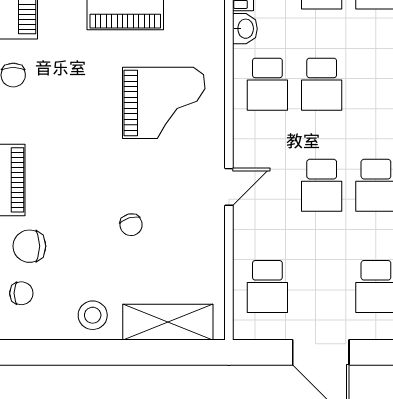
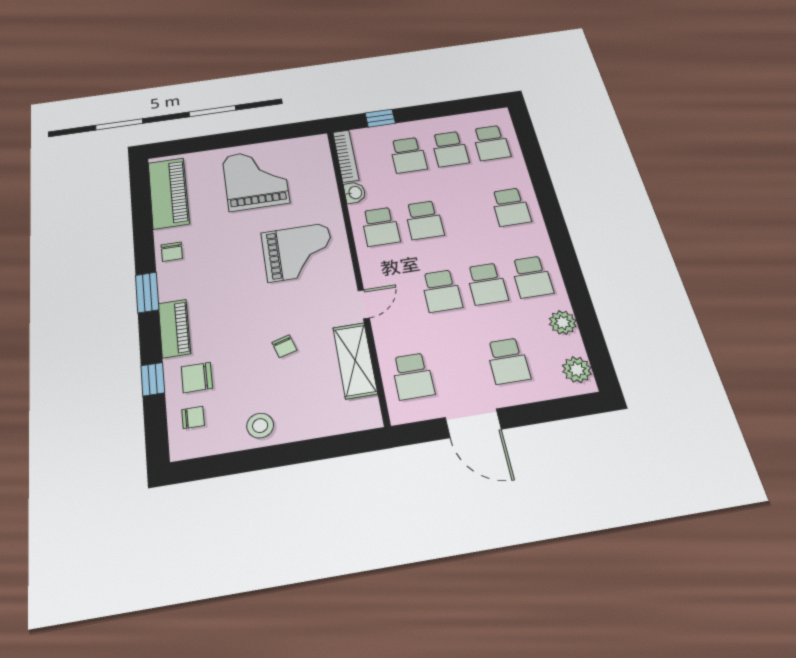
shelving: (168, 322) -> (355, 360), moved, turned 90

